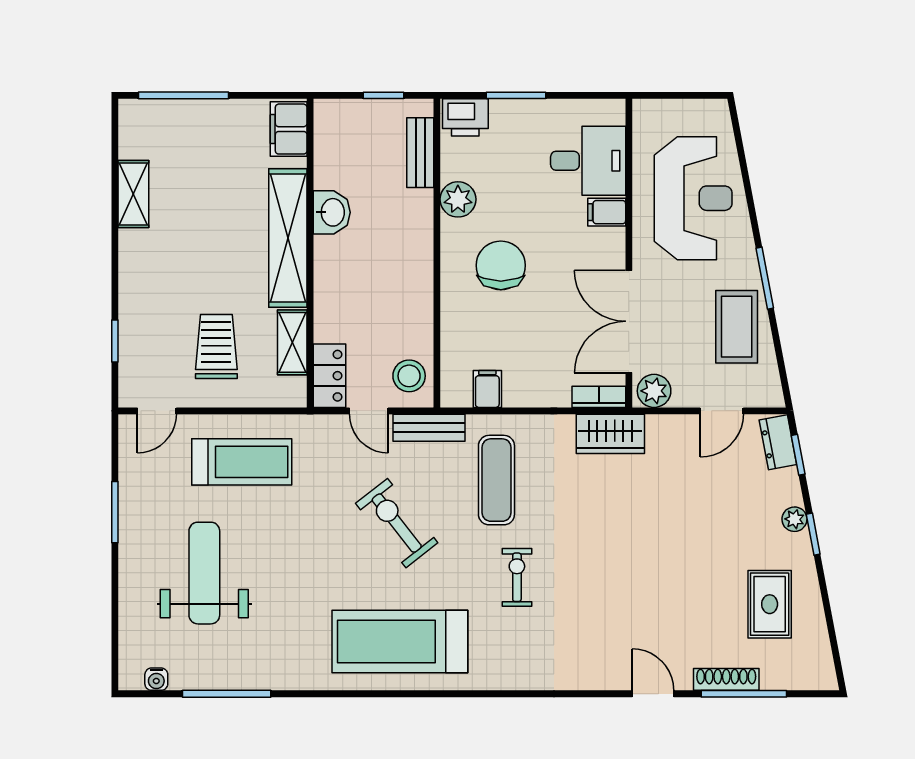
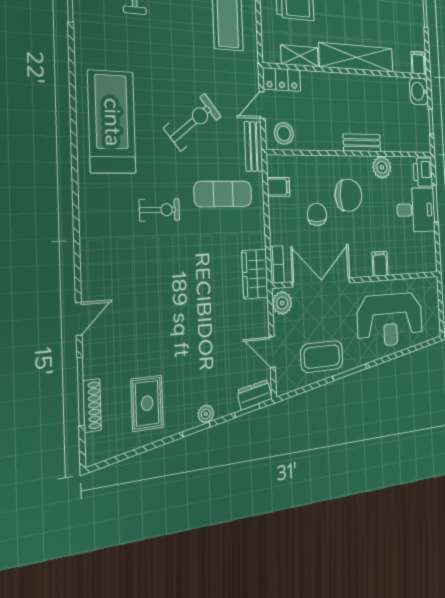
filing cabinet: (289, 129) -> (418, 63), width x0.50
bench: (420, 153) -> (362, 143), moved
desk: (588, 161) -> (416, 210), moved, turned -90
washbasin: (332, 212) -> (419, 91), moved, turned 90
chair: (529, 324) -> (317, 214), added
rug: (770, 604) -> (147, 403), turned 90
shoe rack: (726, 679) -> (92, 405), moved

